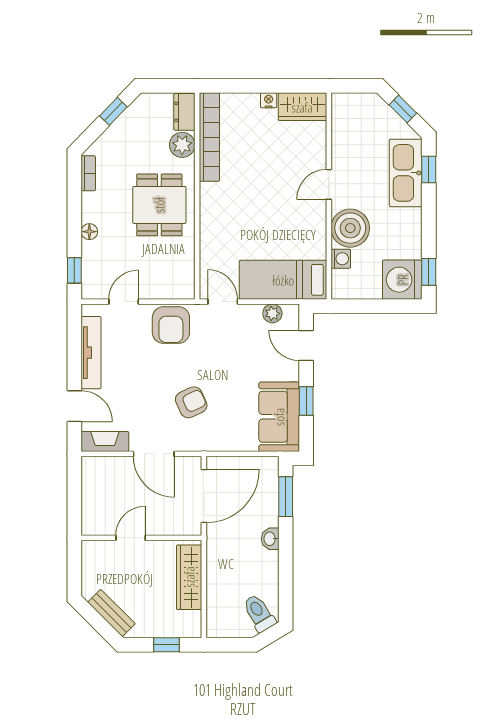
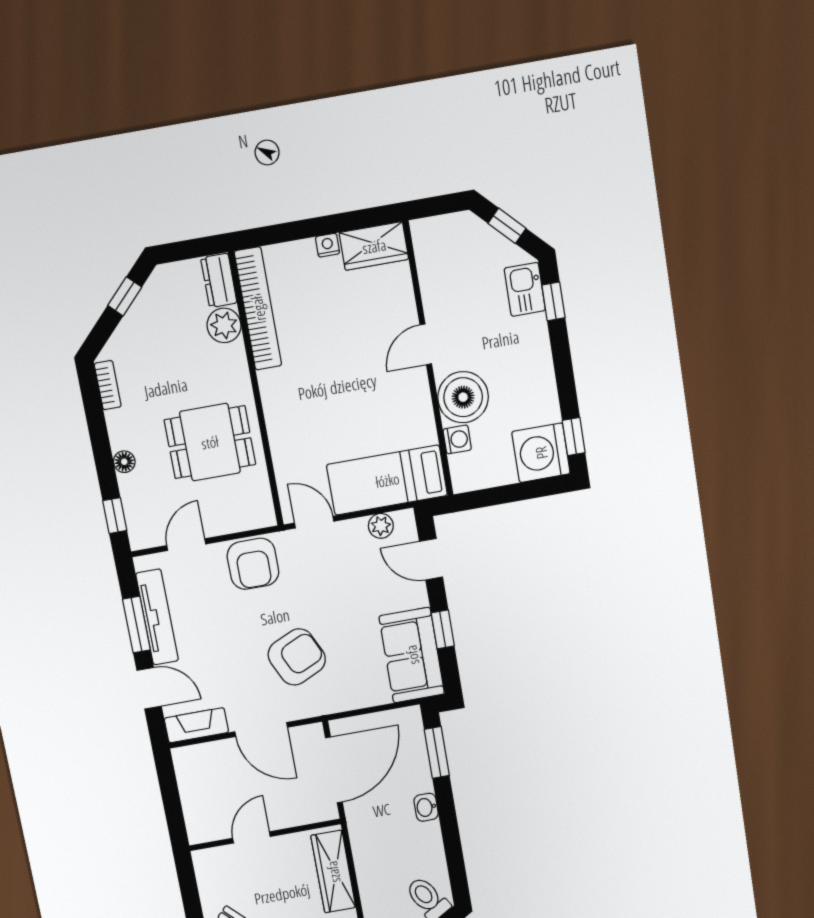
kitchen sink: (406, 173) -> (525, 289), width x0.53, depth x0.81
dining table: (159, 205) -> (210, 442), moved, turned 90
window: (74, 356) -> (136, 625), added
armchair: (191, 402) -> (297, 657), width x1.38, depth x1.38

